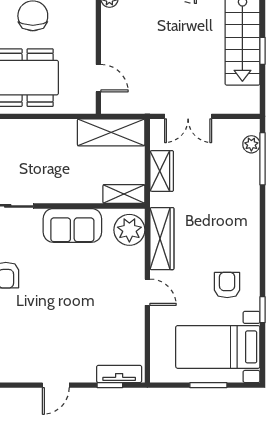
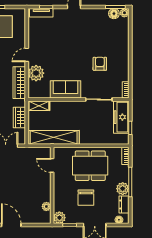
shelving: (111, 132) -> (54, 137), width x1.47
plant: (129, 230) -> (36, 73), moved
door: (147, 292) -> (27, 55), hinge flipped

